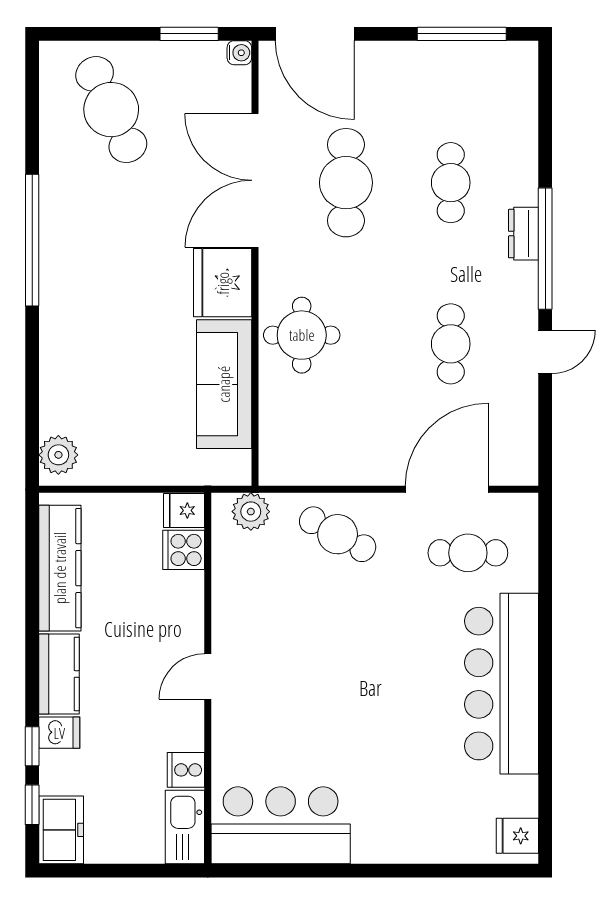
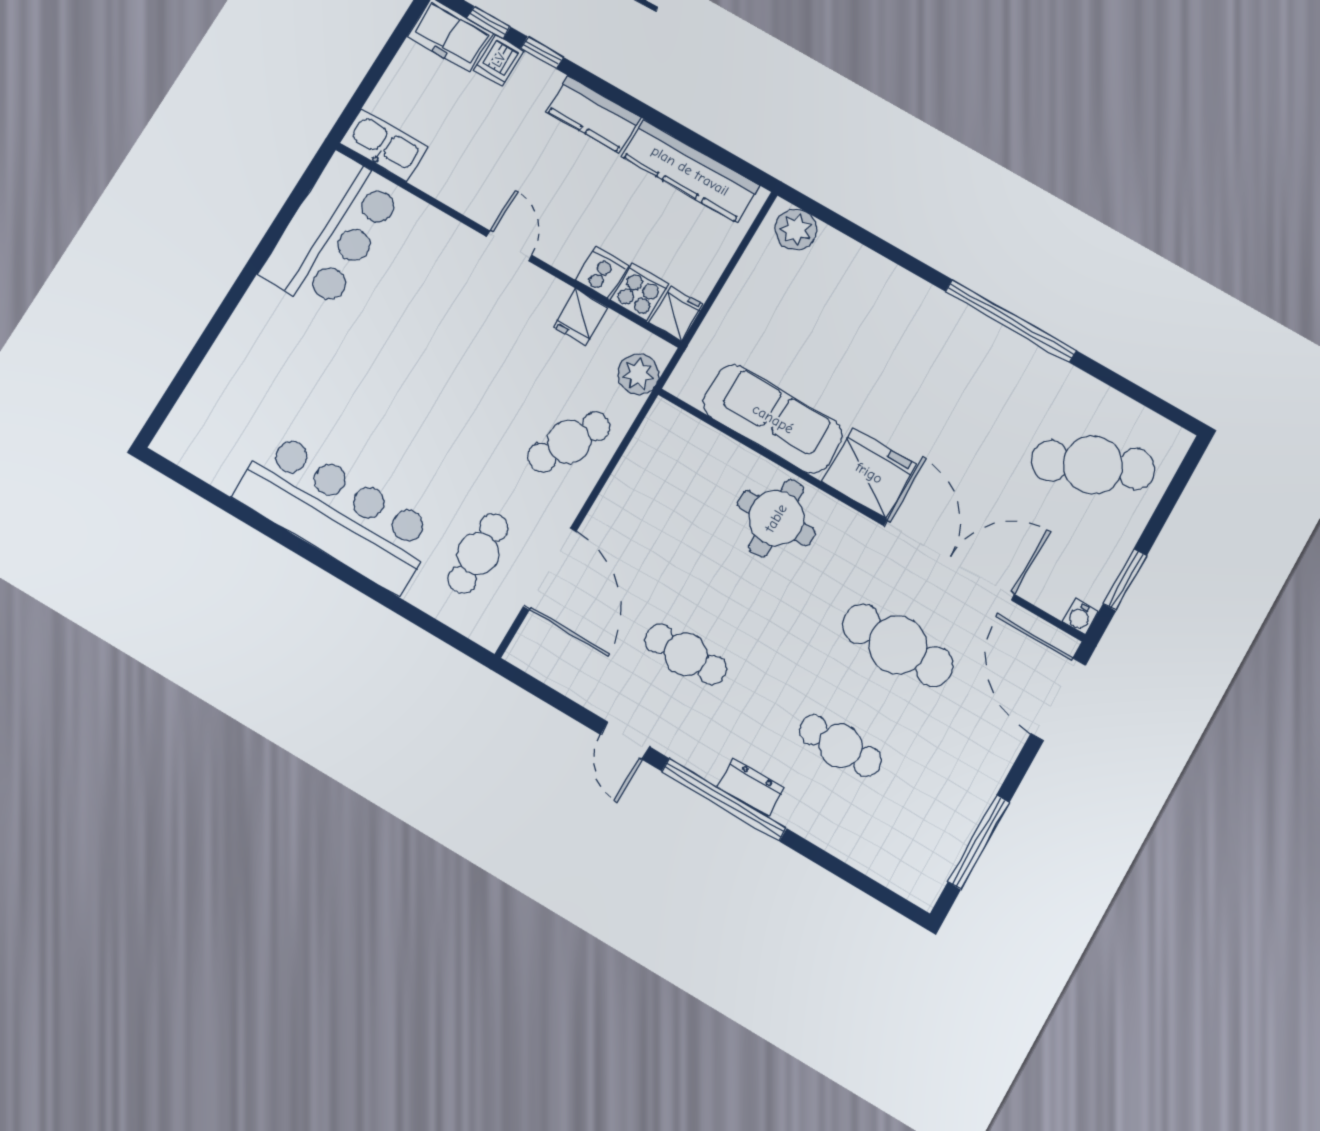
door: (315, 34) -> (1058, 699), hinge flipped
dishwasher: (59, 733) -> (499, 60), moved
cooker: (186, 770) -> (601, 273), moved
fridge: (517, 836) -> (581, 317), moved, turned 180

